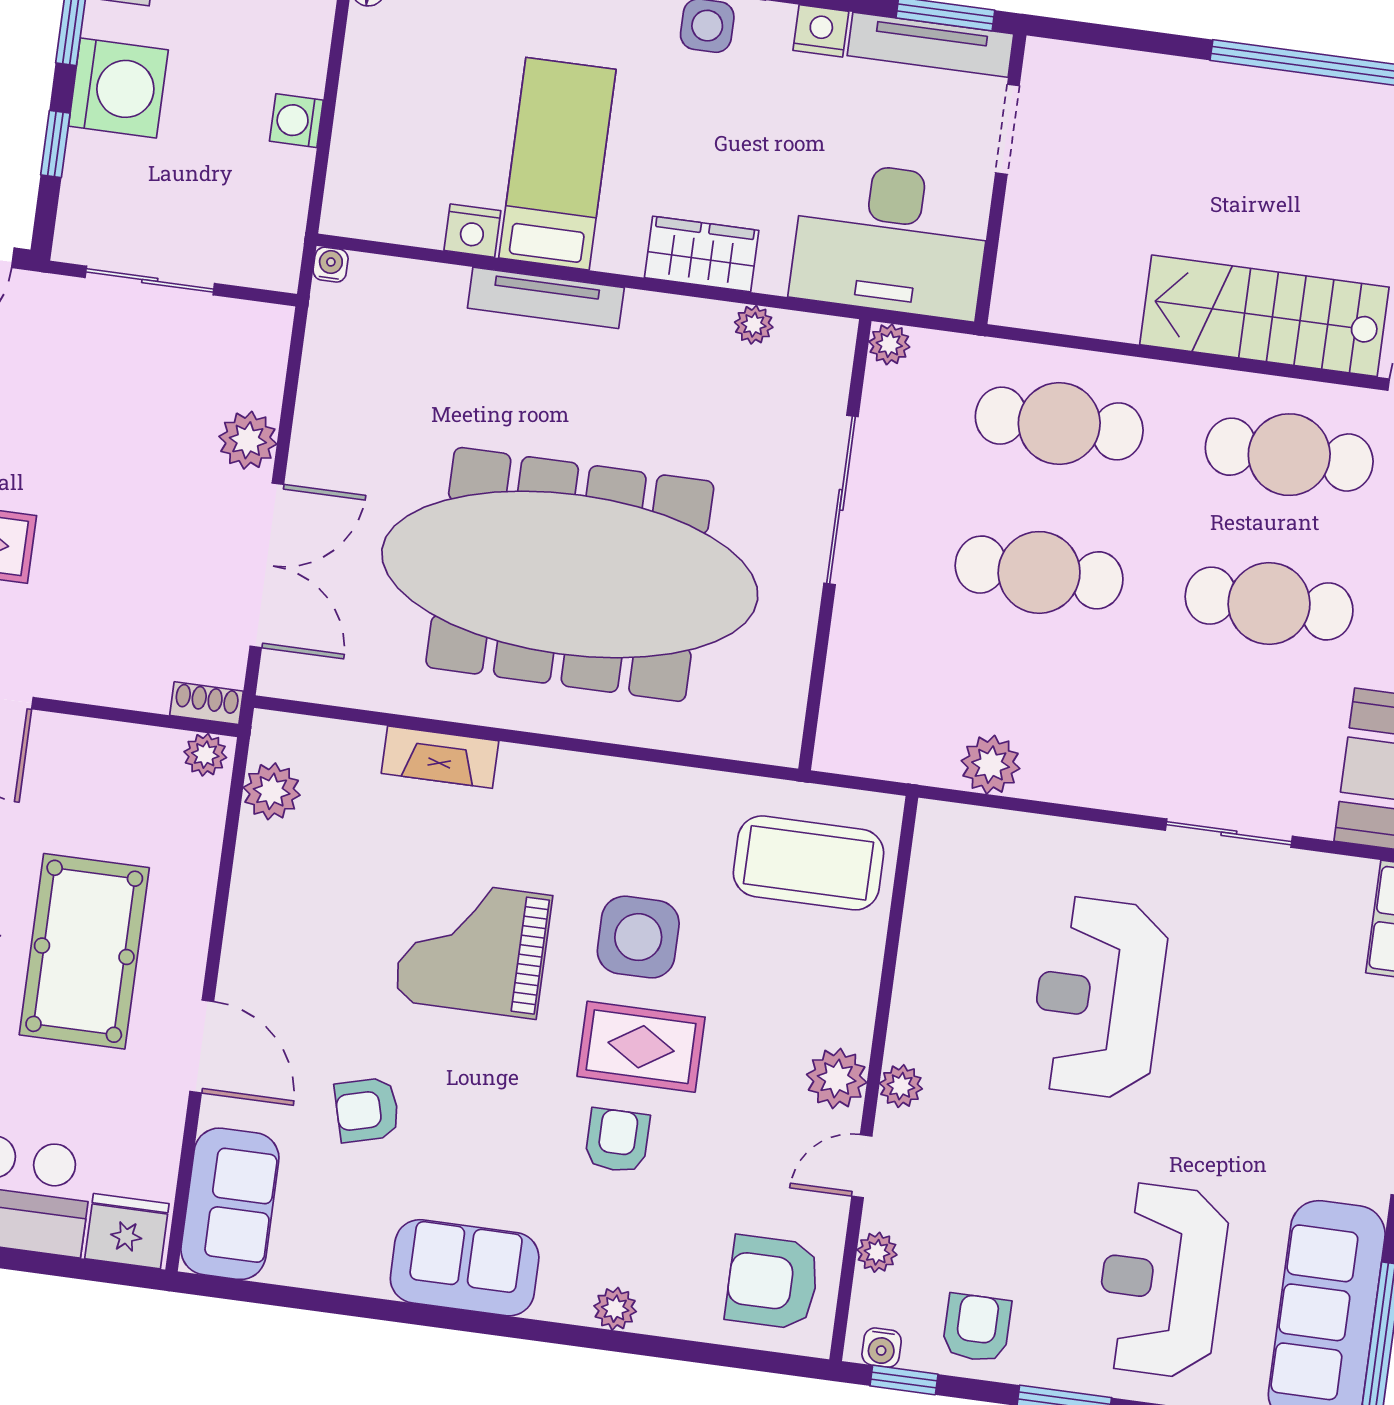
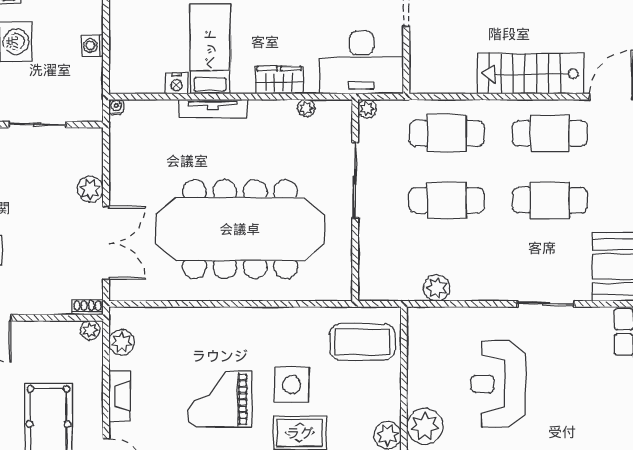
fireplace: (440, 757) -> (119, 396), moved, turned -90
plant: (901, 1086) -> (425, 426), width x1.87, depth x1.87

